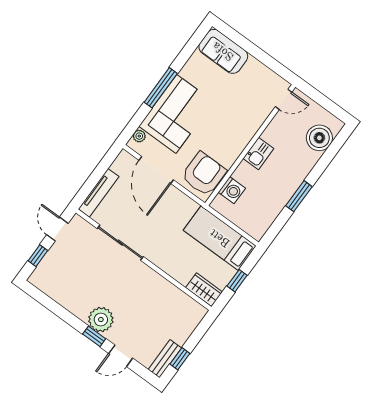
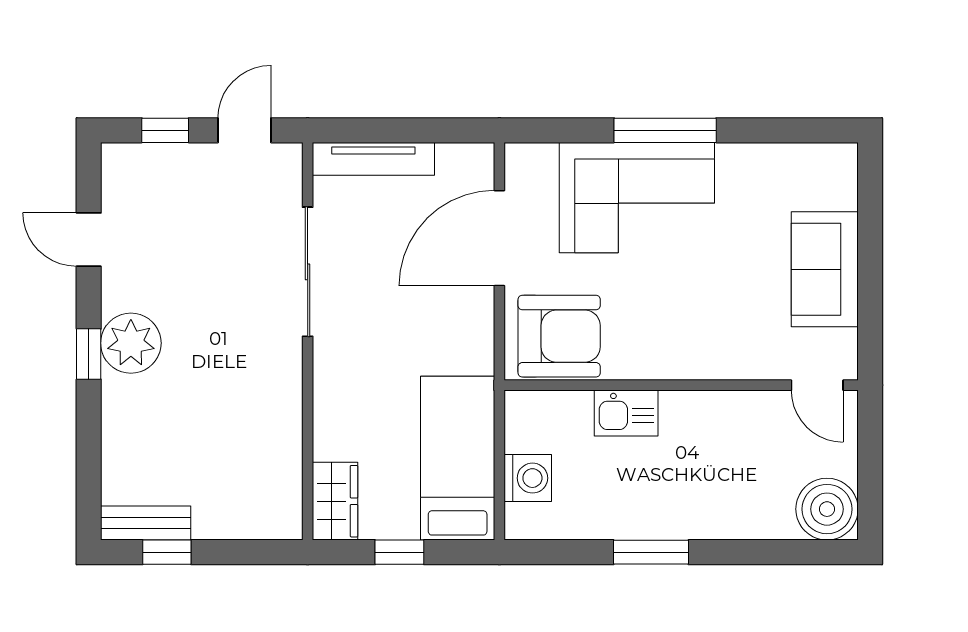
sofa: (223, 51) -> (825, 269), moved
plant: (139, 136) -> (541, 157), removed
boiler: (319, 138) -> (827, 509), moved
kitchen sink: (258, 153) -> (626, 413), moved
washing machine: (232, 190) -> (528, 478), moved, turned -90
door: (121, 356) -> (89, 240), moved

